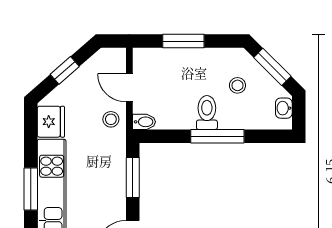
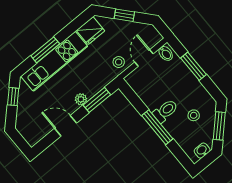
bidet: (144, 122) -> (166, 53), moved
plant: (118, 195) -> (81, 99), added

